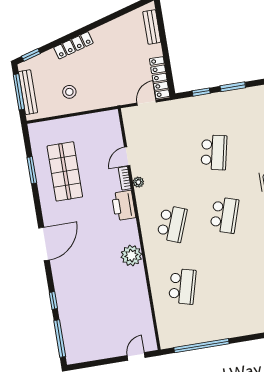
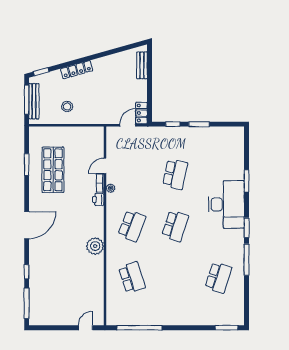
locker: (160, 78) -> (141, 113), width x0.66
printer: (124, 205) -> (98, 200), width x0.53, depth x0.68
school desk: (182, 286) -> (132, 278), turned -33

